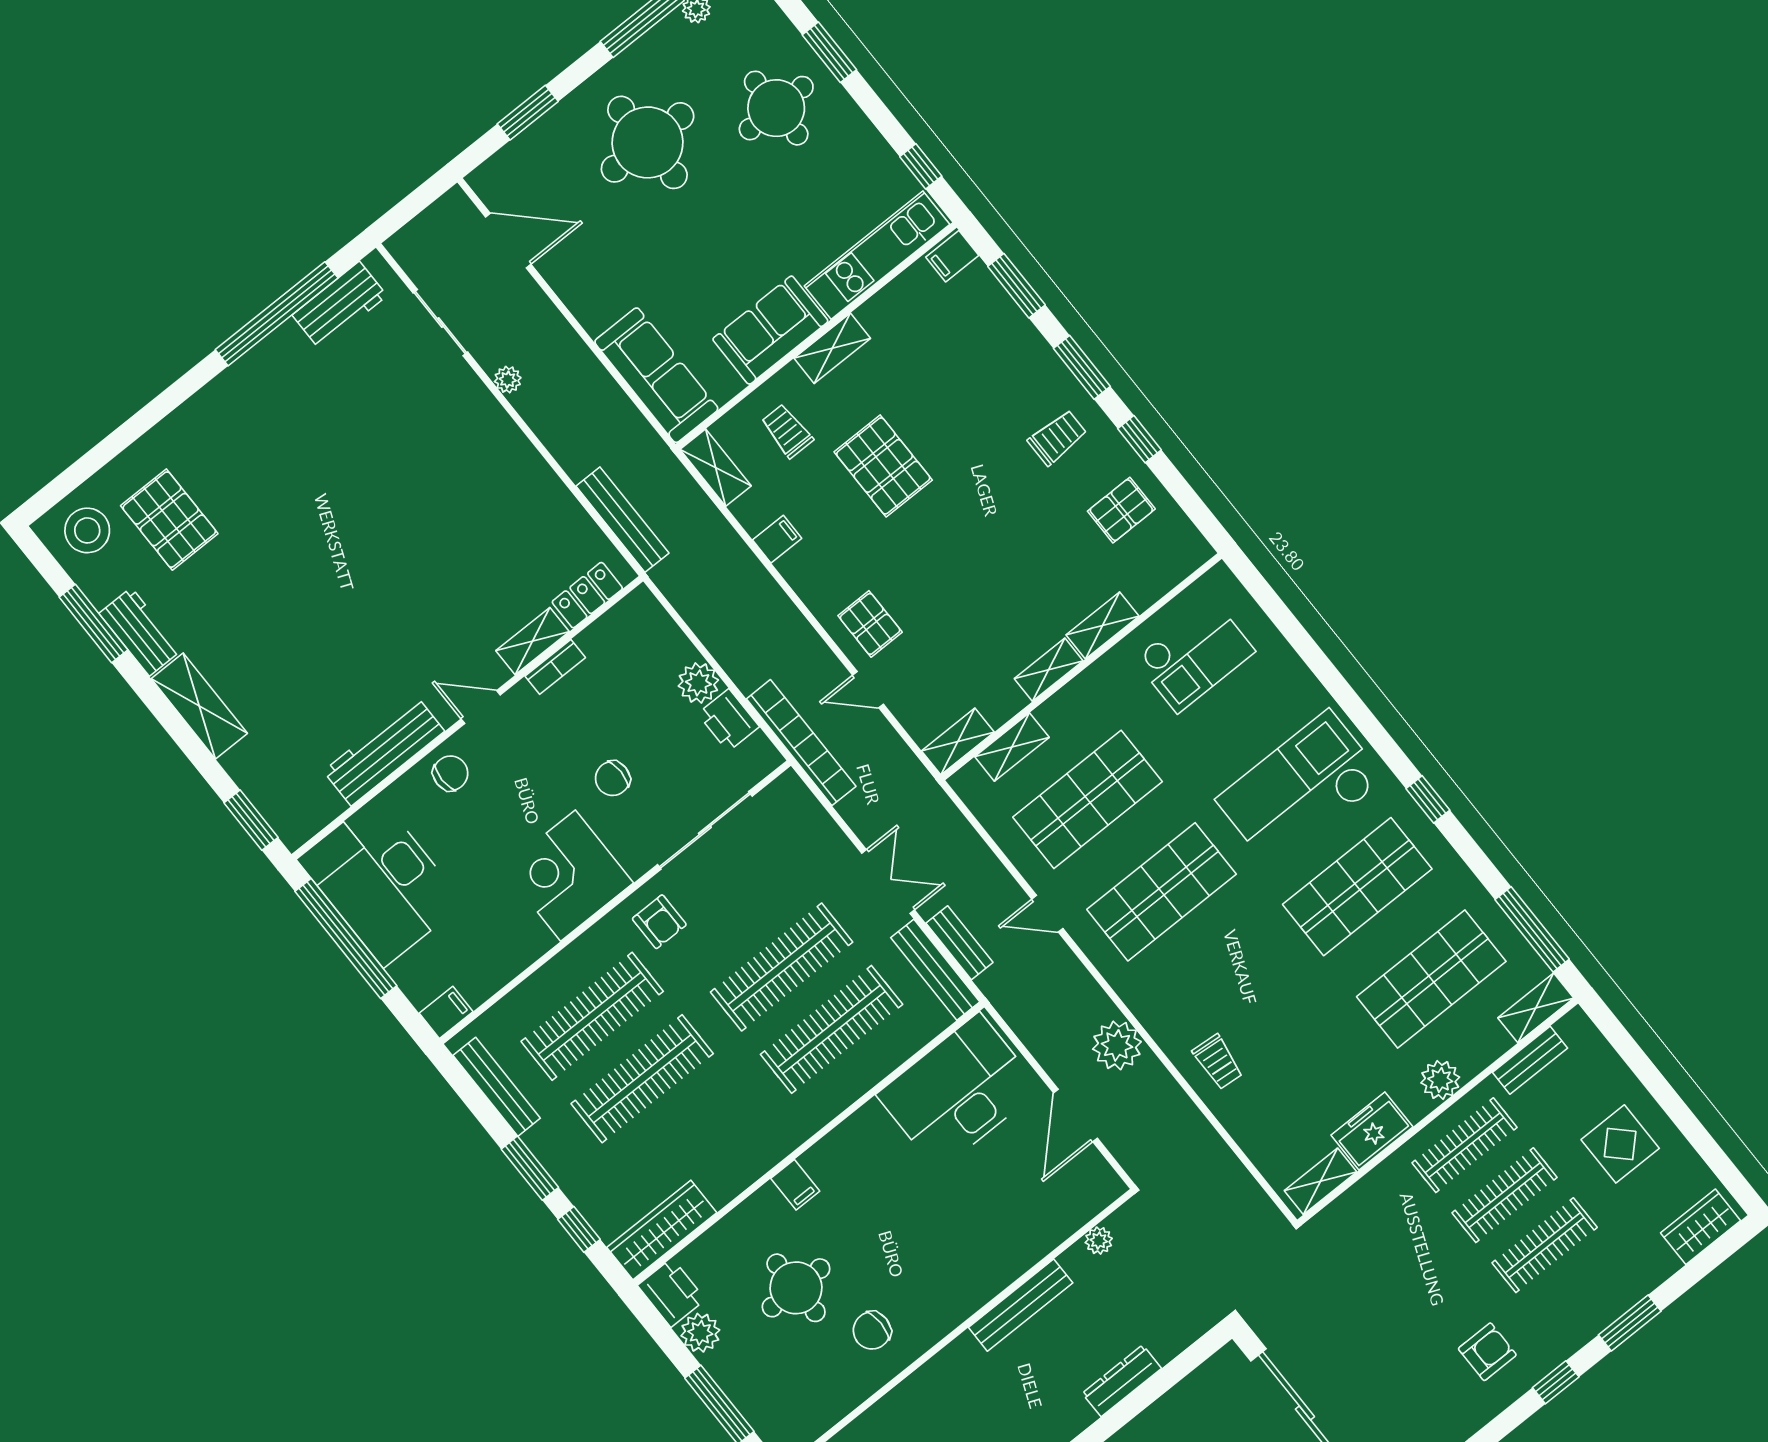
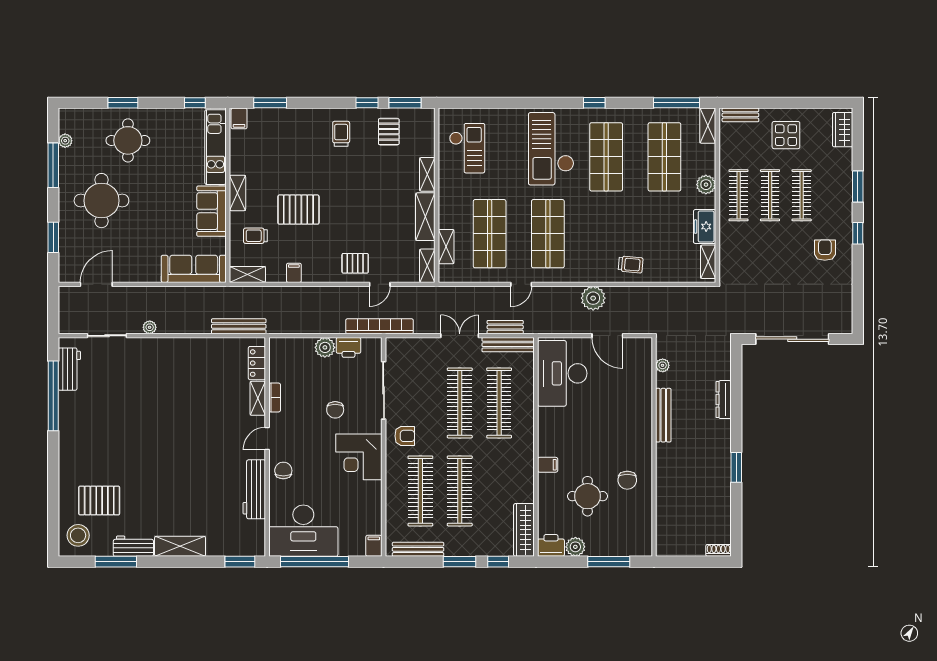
window: (1082, 367) -> (405, 103), moved
shelving: (1049, 670) -> (425, 217), width x1.50, depth x1.33
bench: (1530, 1060) -> (740, 115), moved, turned 90

